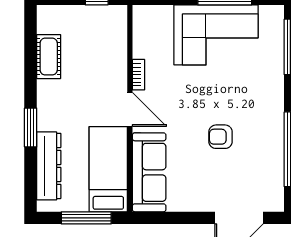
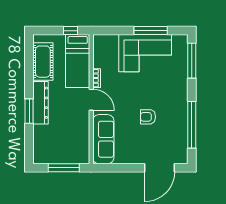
cot: (49, 57) -> (43, 62), width x1.37, depth x1.34
dresser: (49, 166) -> (40, 103), moved
bed: (108, 169) -> (78, 61), moved, turned 180

